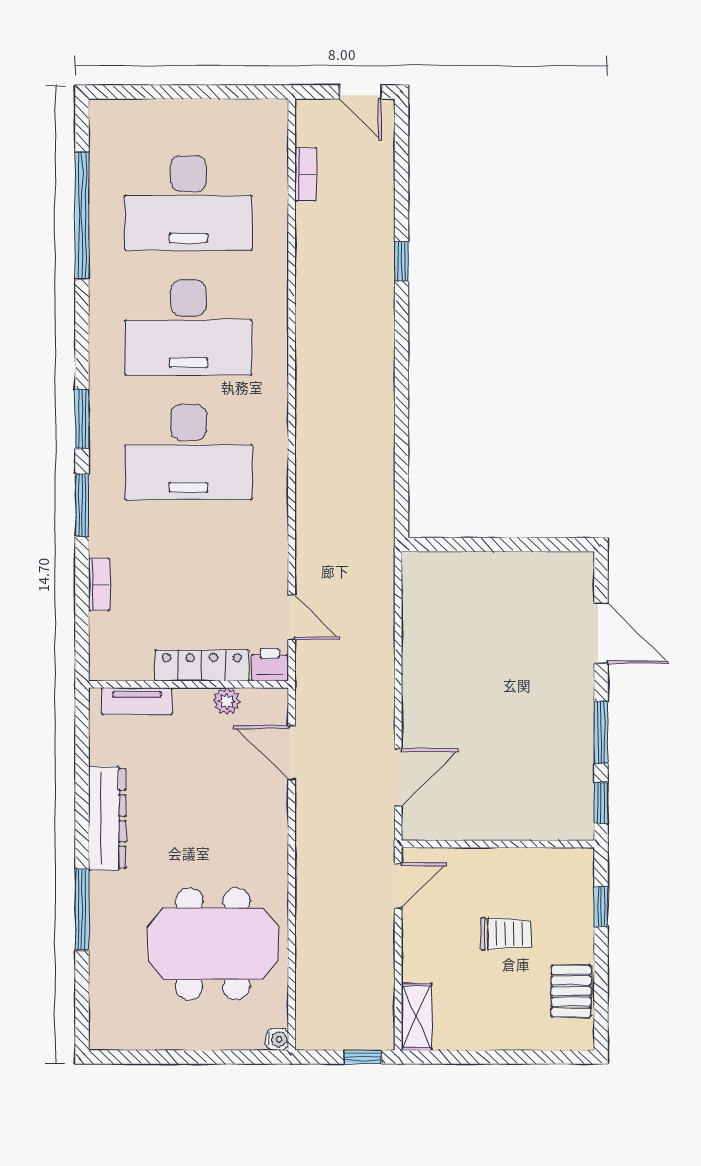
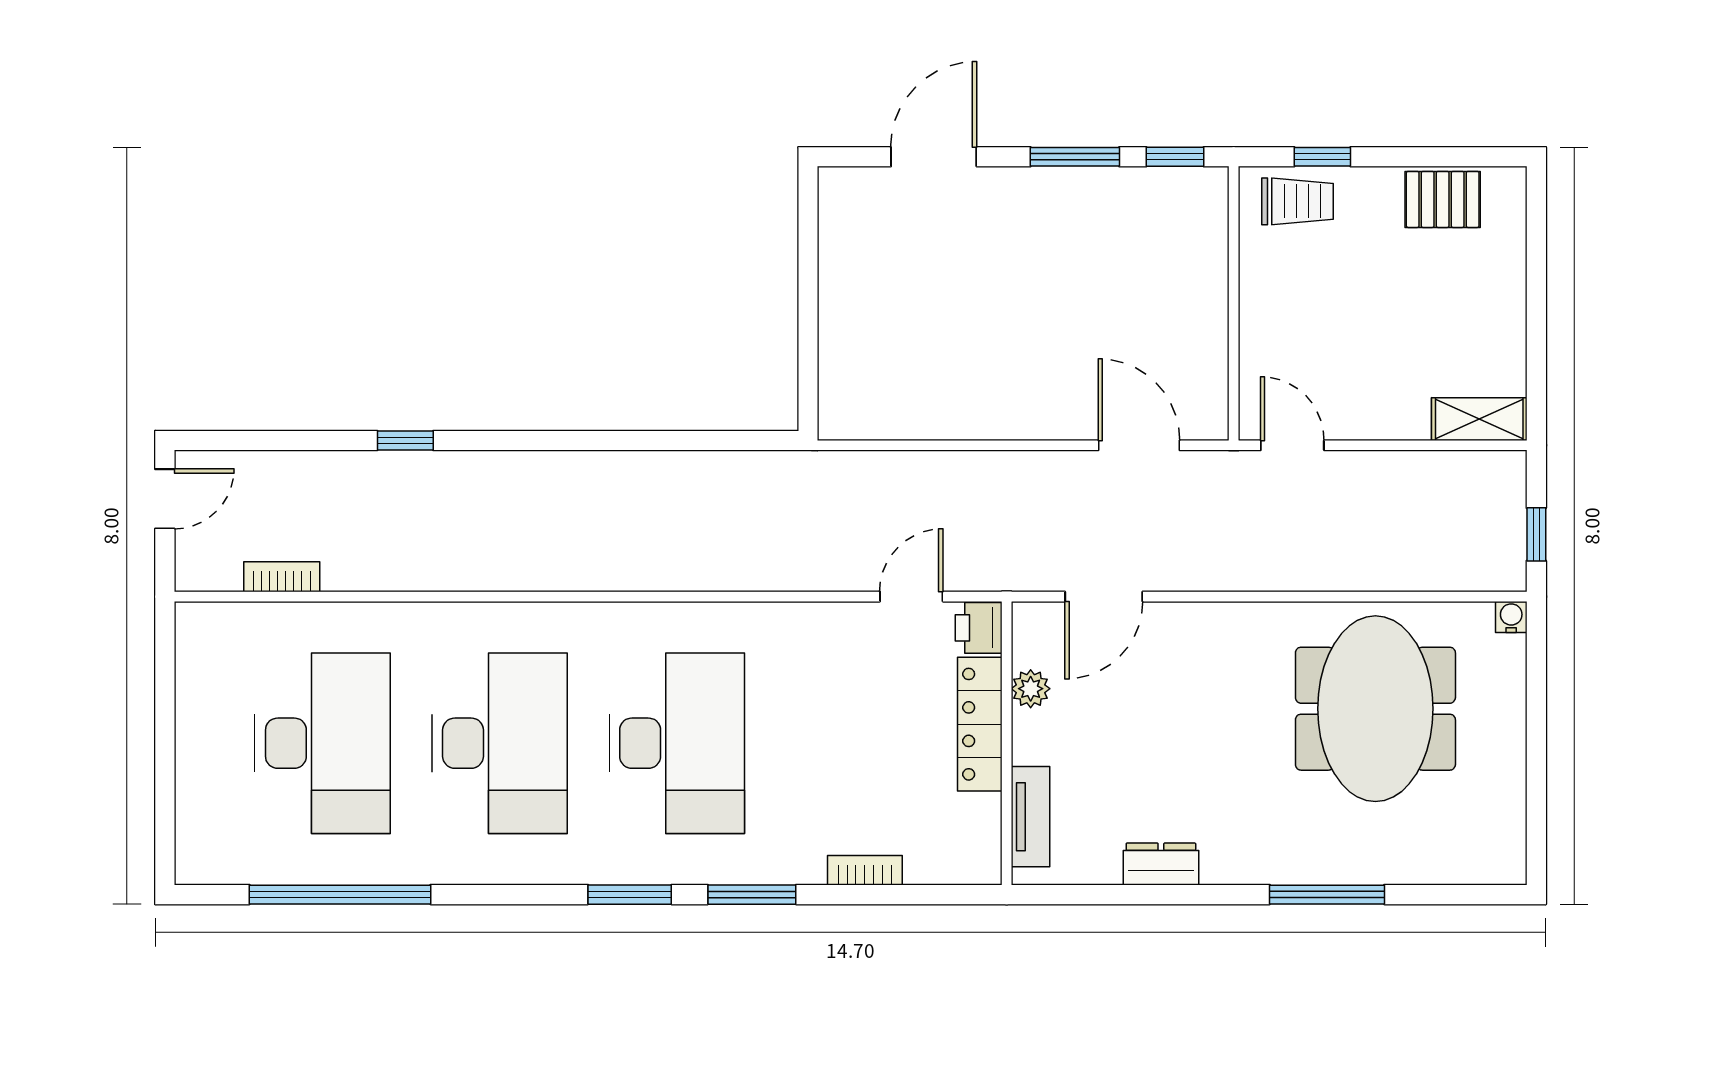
dresser: (107, 818) -> (1161, 864), width x0.51, depth x0.80
trolley: (506, 934) -> (1297, 201), moved, turned 90
window: (363, 1057) -> (1536, 534), moved

